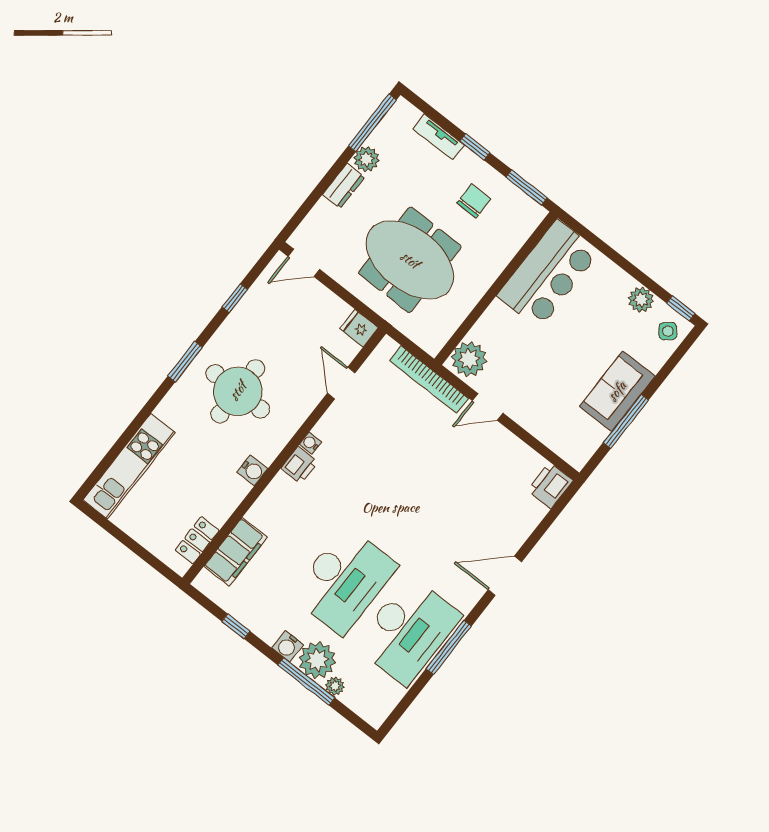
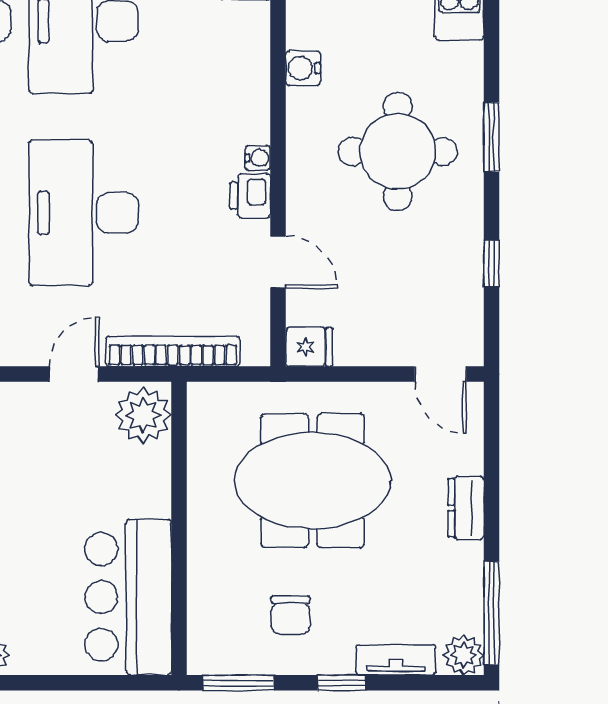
plant: (366, 159) -> (464, 655), moved
door: (304, 263) -> (441, 374), swing flipped
printer: (299, 465) -> (250, 196), moved
desk: (419, 484) -> (84, 213), added

